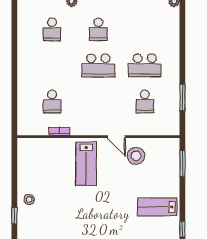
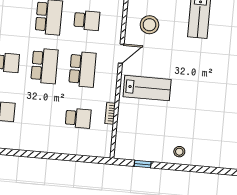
school desk: (98, 102) -> (83, 69), added
stool: (136, 156) -> (149, 25), moved
window: (14, 216) -> (143, 164), moved

